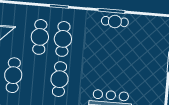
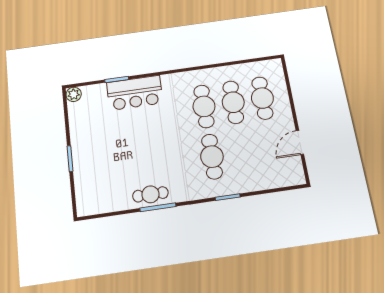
cafe table: (40, 37) -> (233, 102), moved

